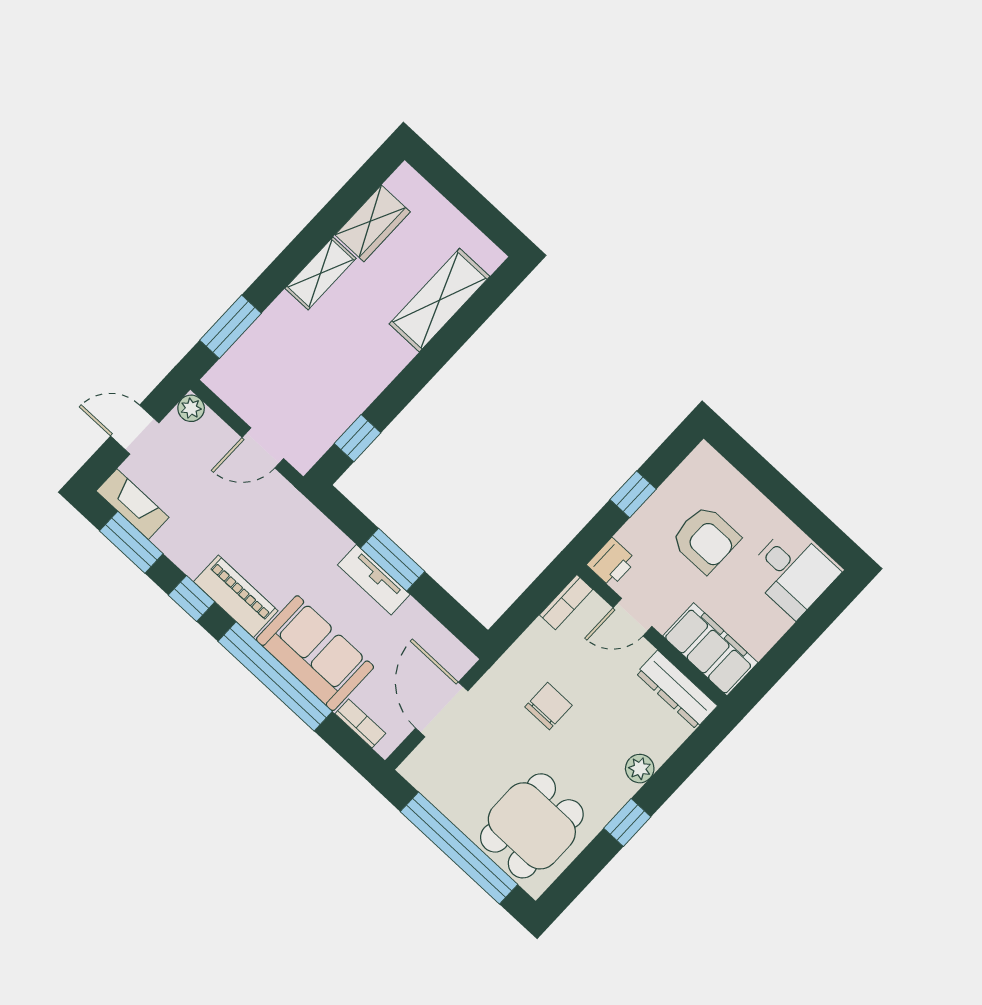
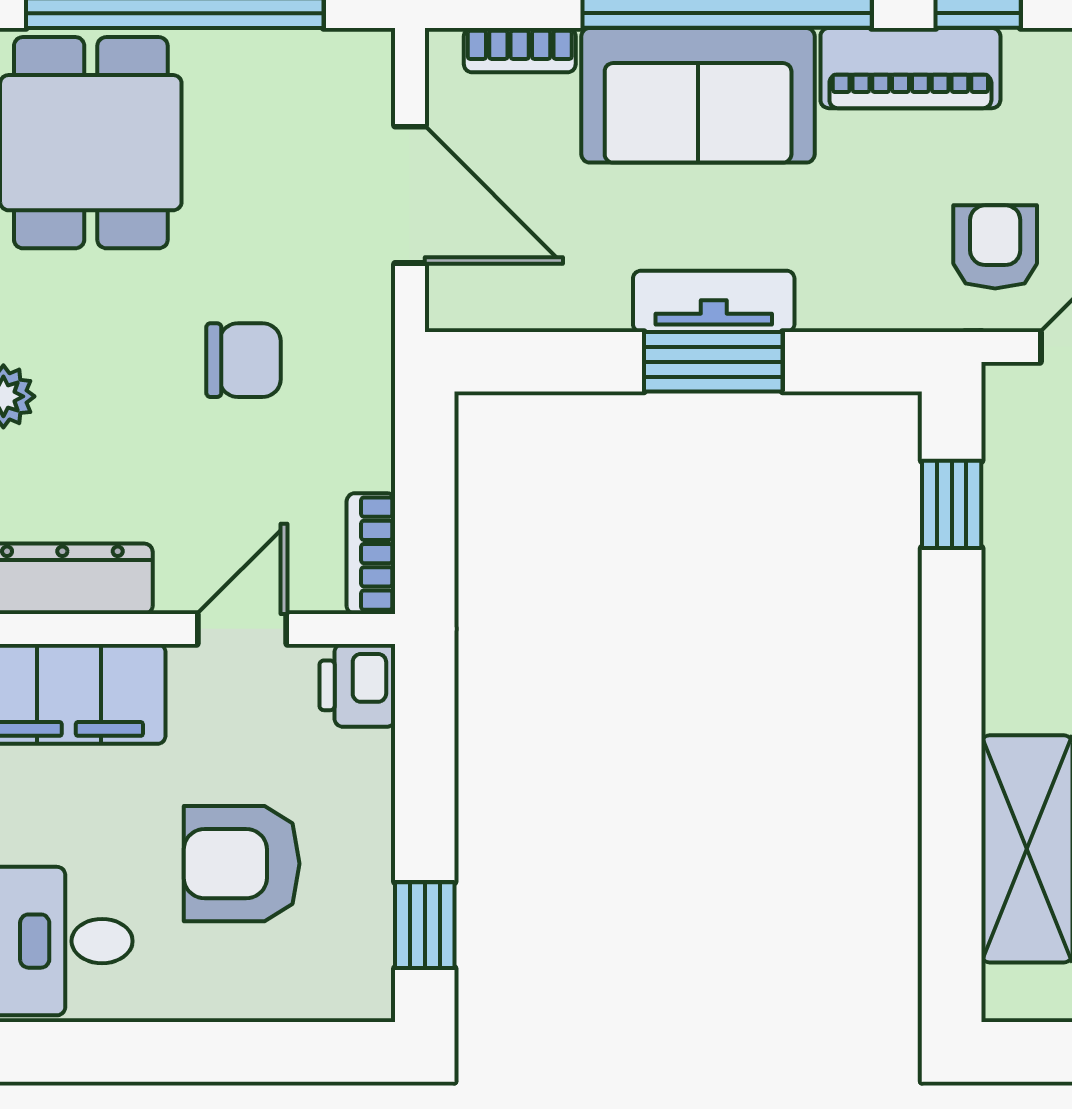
window: (633, 494) -> (425, 925), moved
armchair: (263, 510) -> (995, 247), added
chair: (549, 706) -> (243, 360), turned -90

